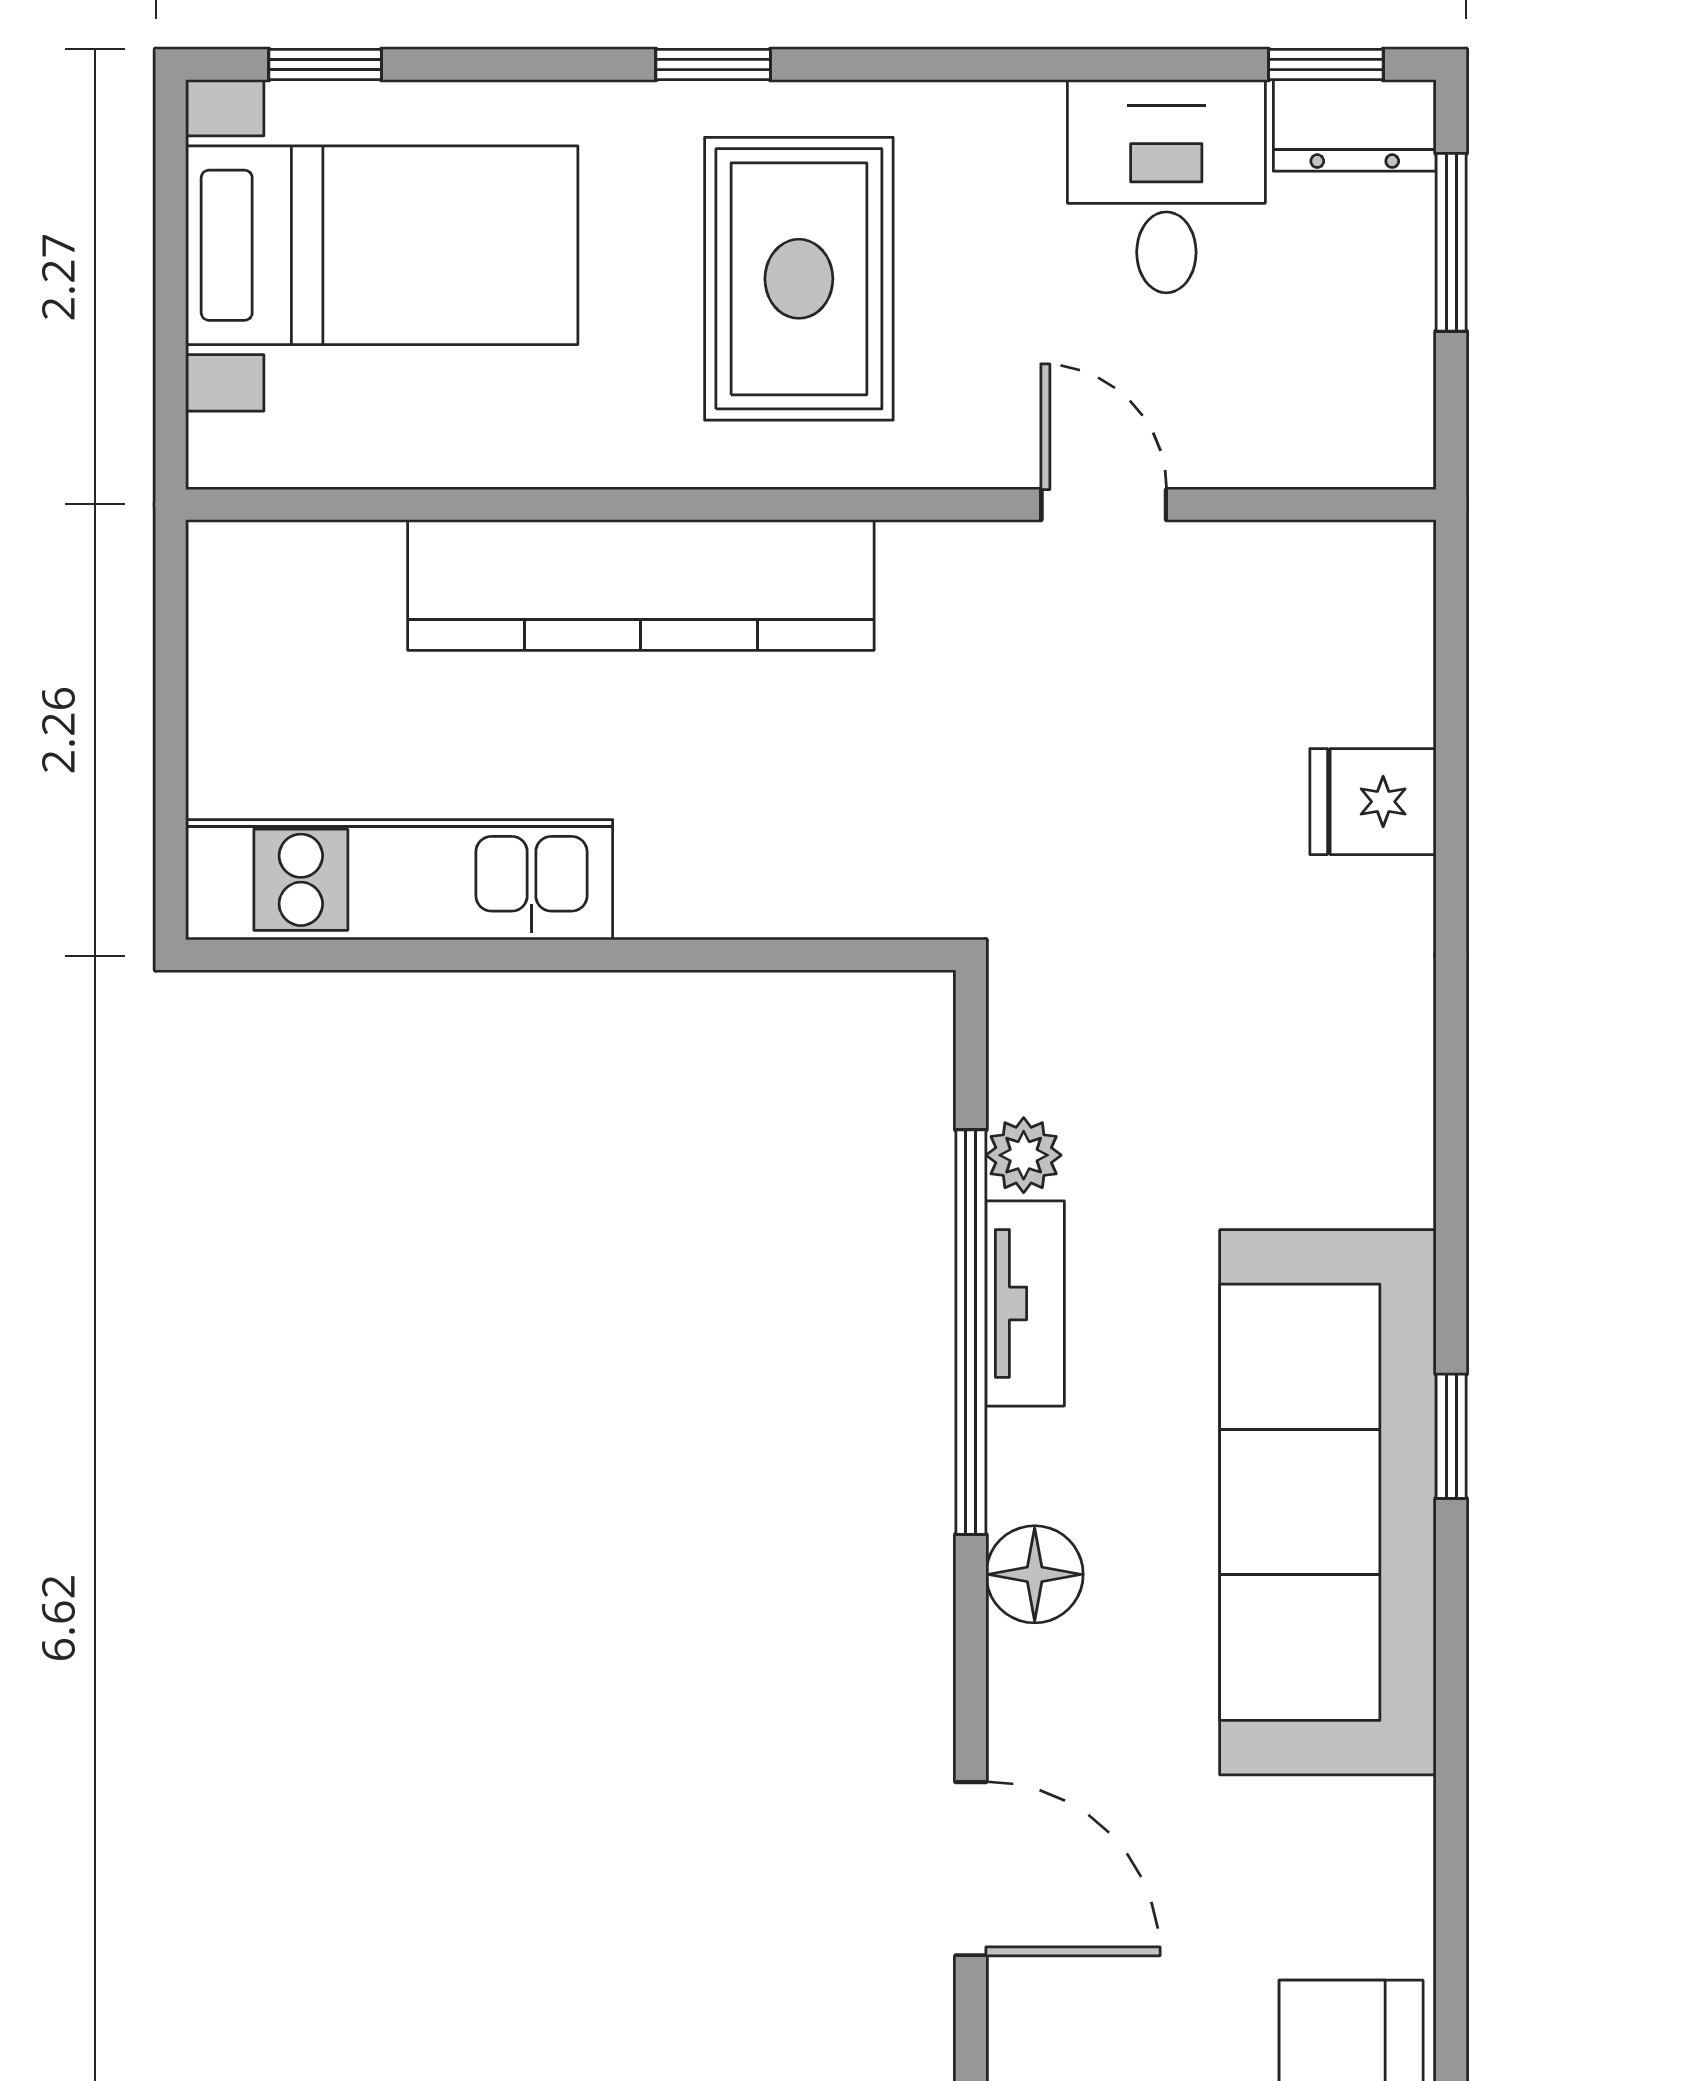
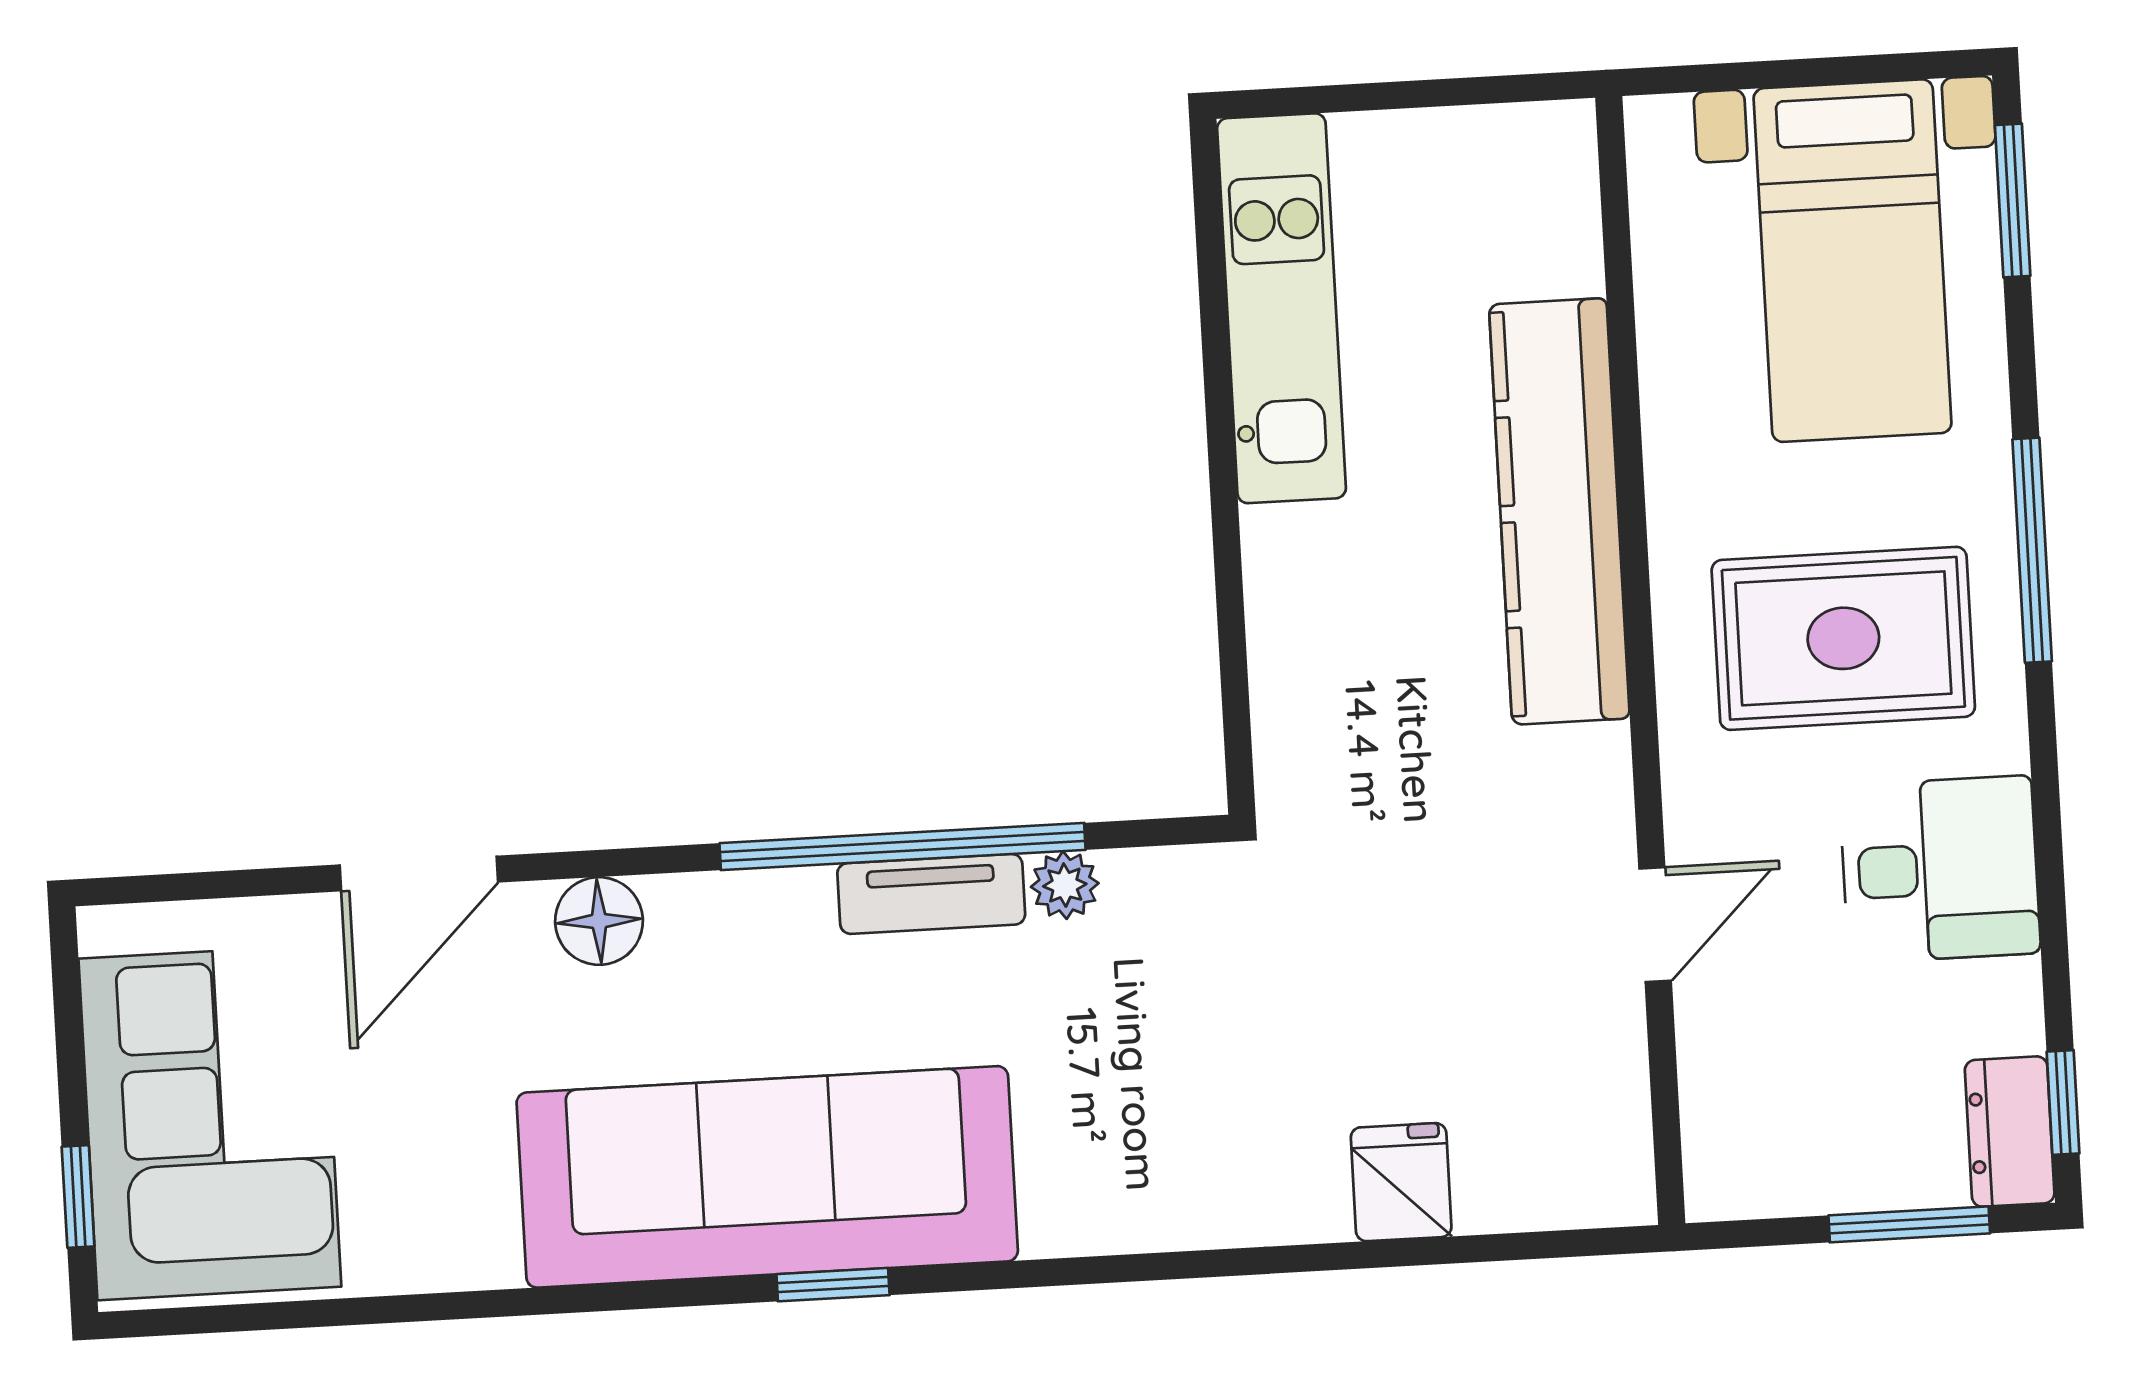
window: (325, 65) -> (2013, 200), width x1.50
window: (713, 65) -> (2032, 550), width x2.17
desk: (1166, 186) -> (1940, 869), moved
floor lamp: (1035, 1574) -> (599, 921), moved

